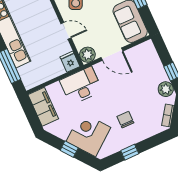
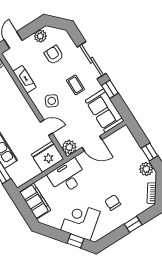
fridge: (70, 62) -> (48, 157), width x1.88, depth x1.34
window: (69, 149) -> (76, 241), moved
window: (130, 152) -> (133, 224), moved

